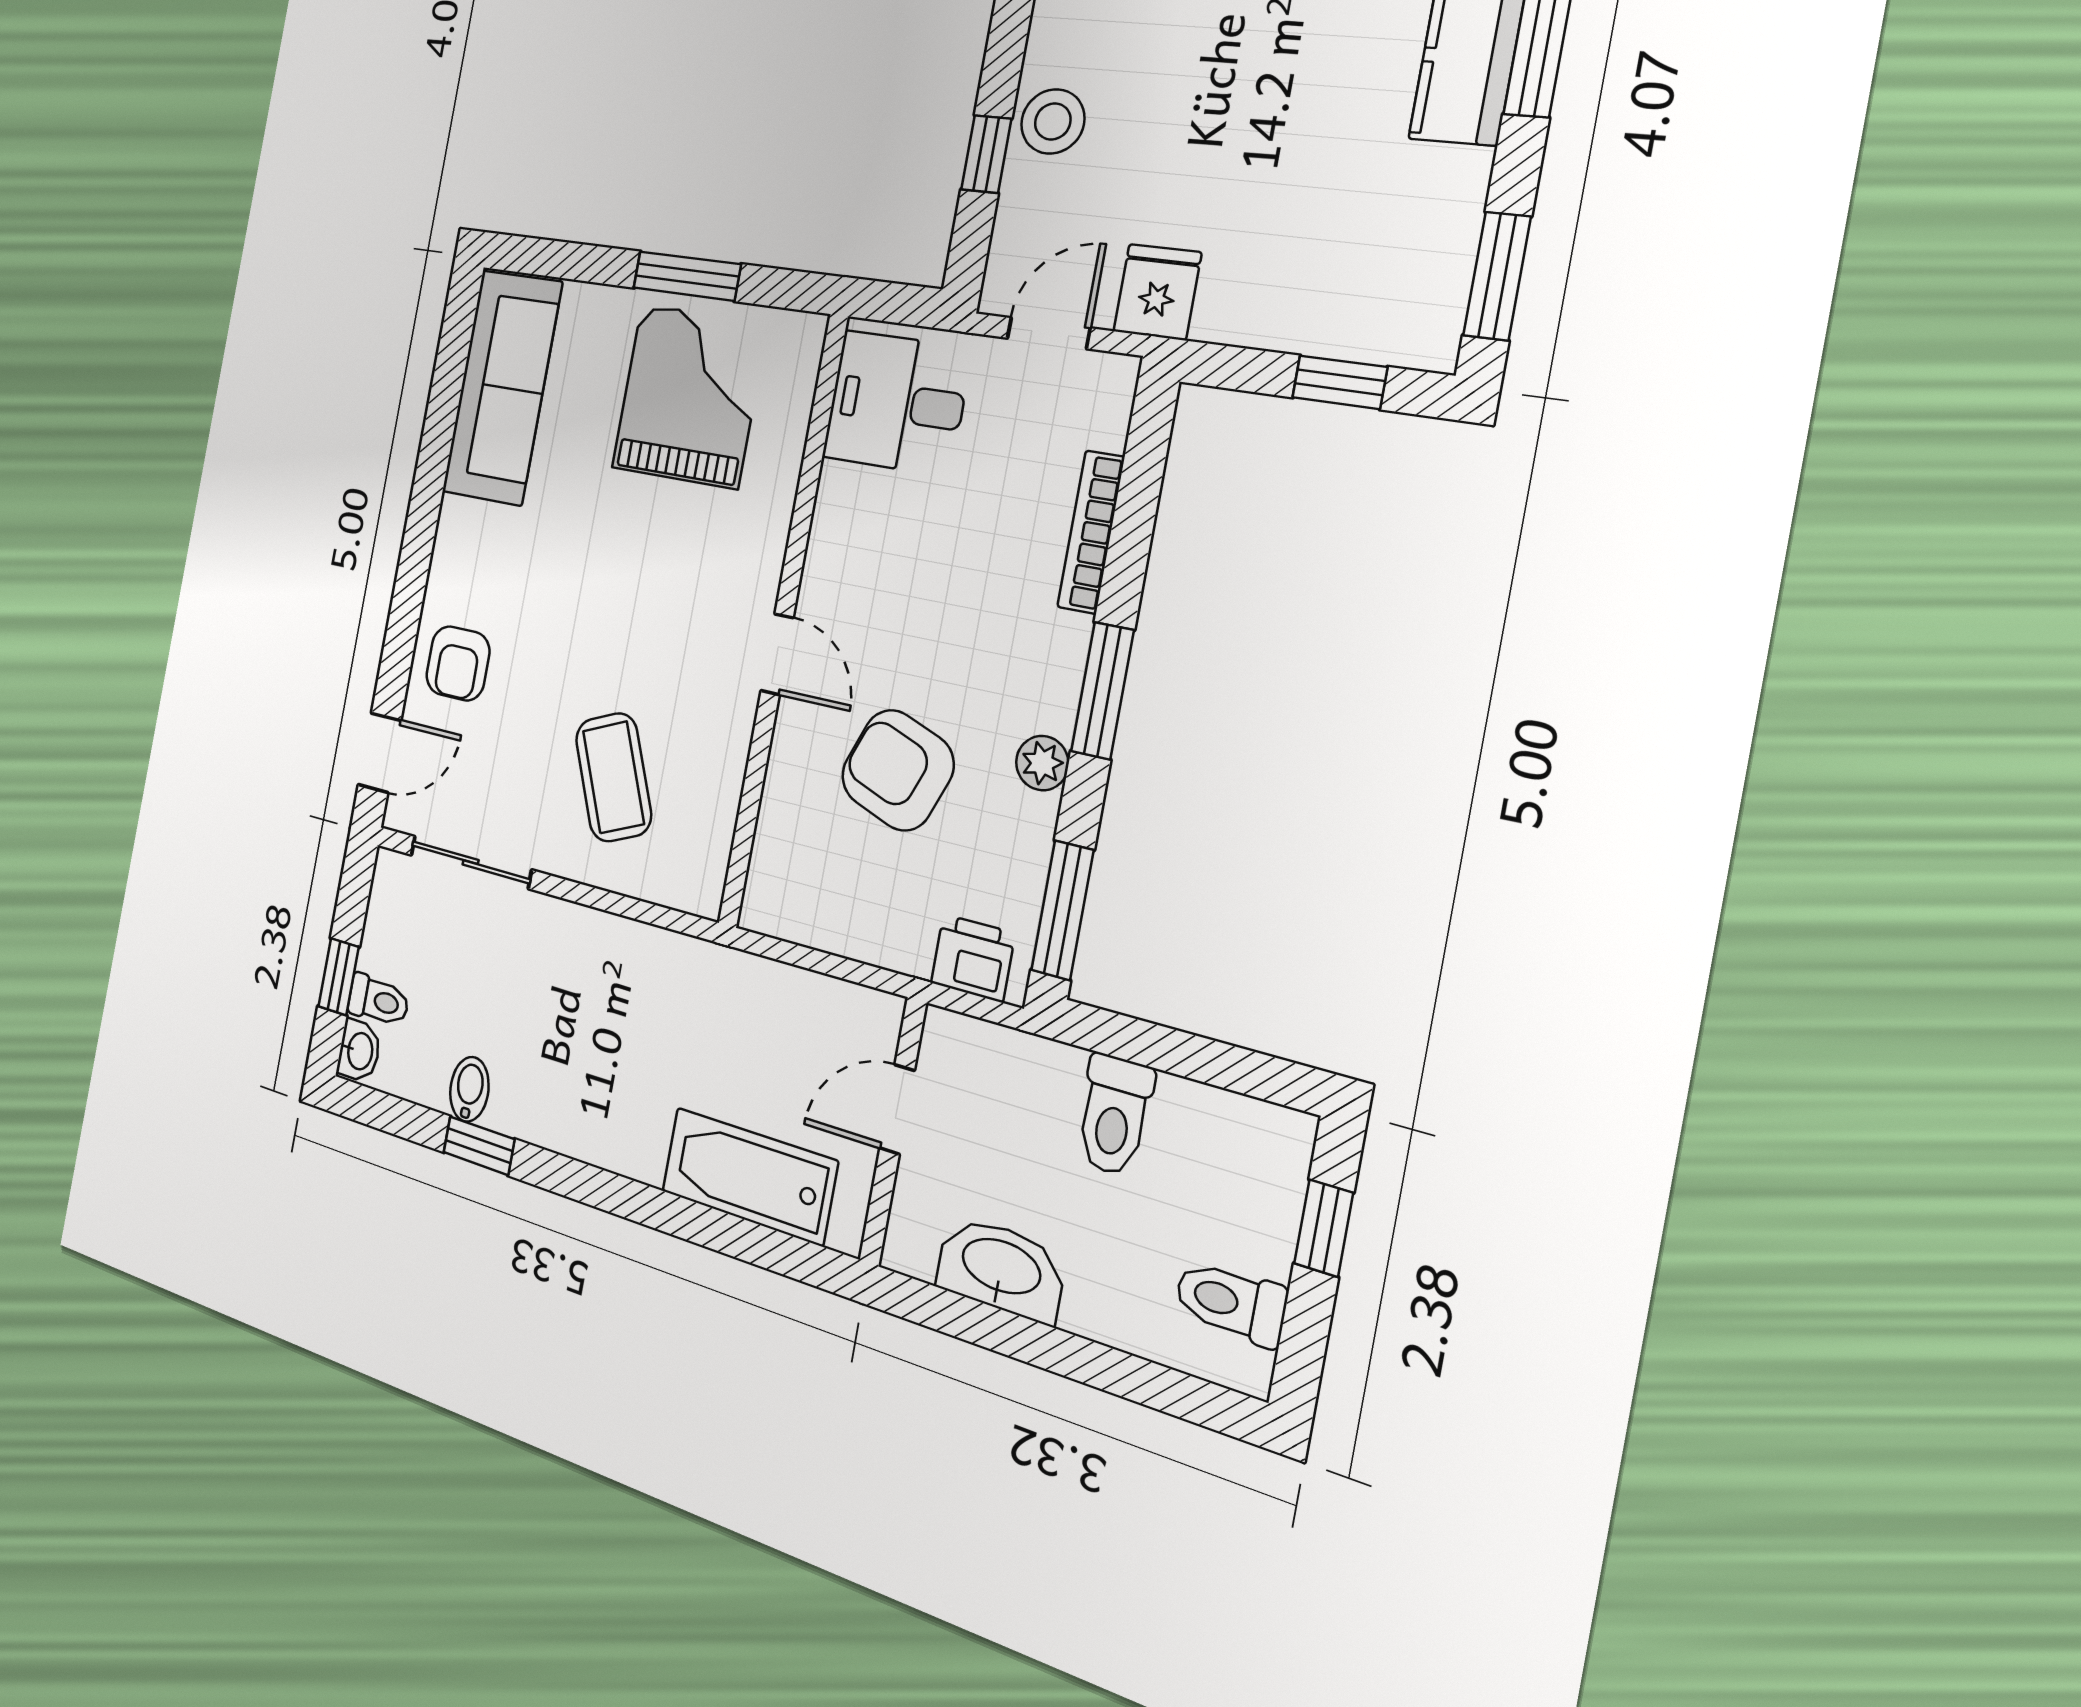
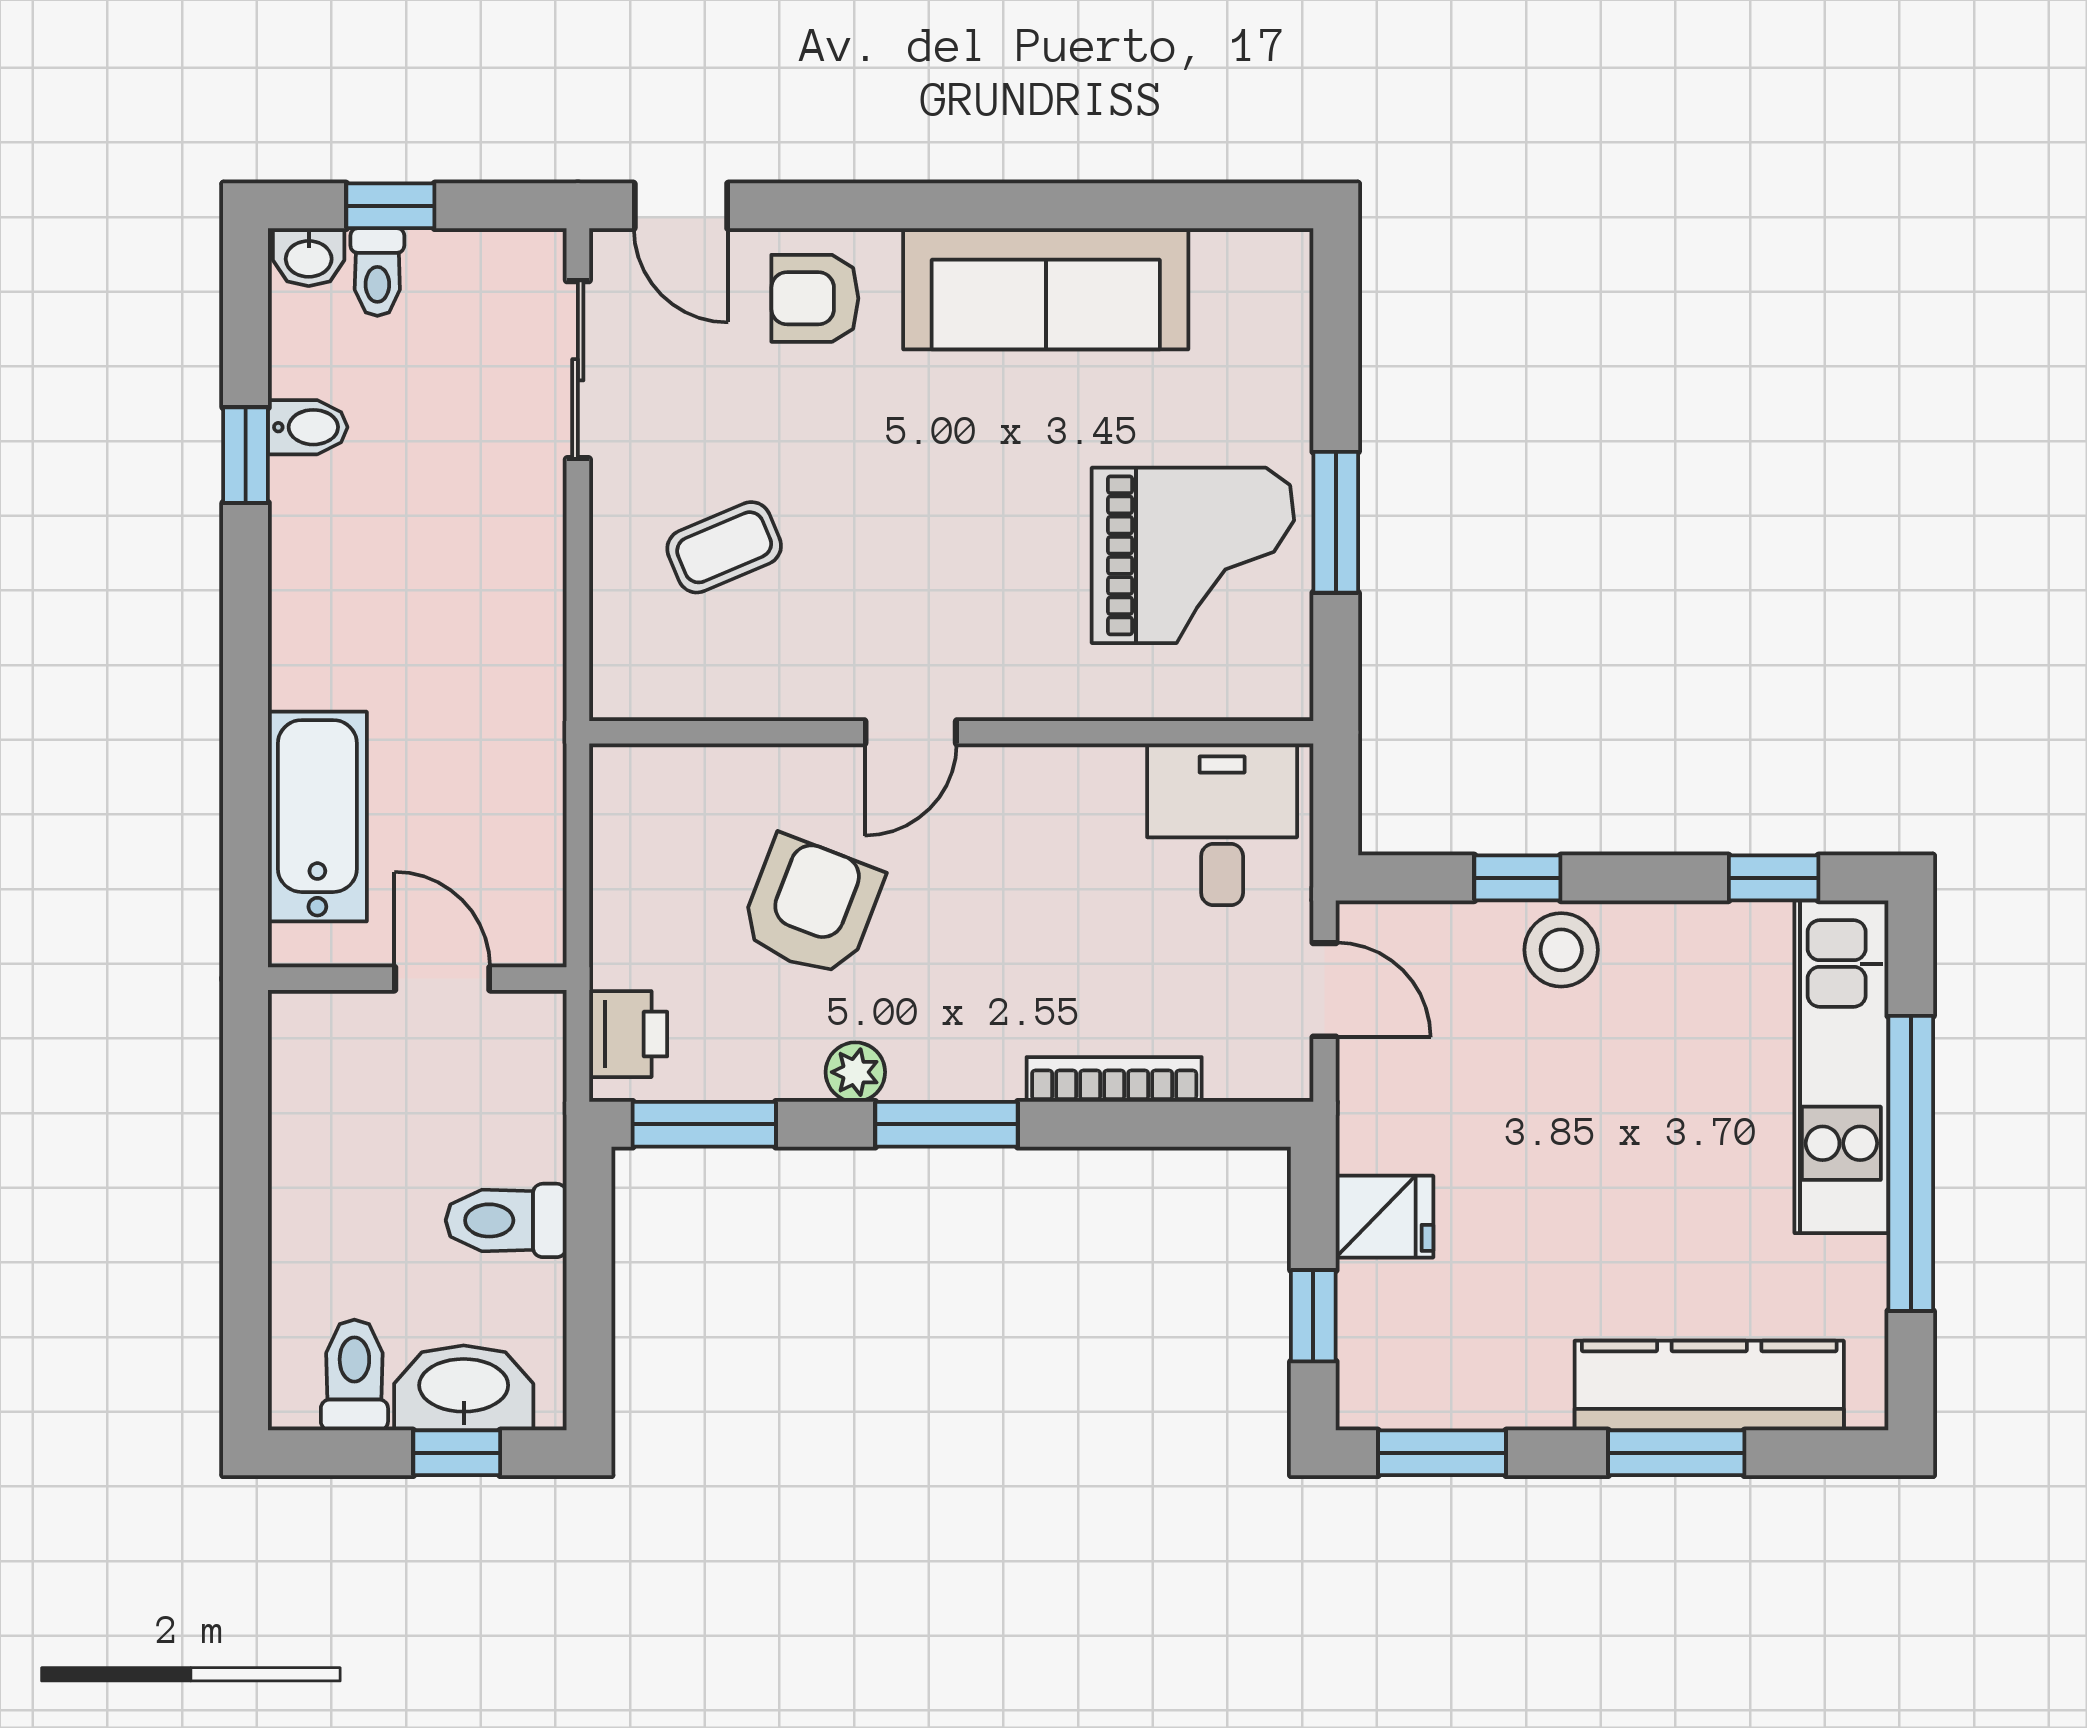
fridge: (1157, 292) -> (1385, 1217), moved
sofa: (502, 387) -> (1046, 289), moved
coffee table: (614, 777) -> (724, 547), width x0.73, depth x0.77
washbasin: (1001, 1268) -> (464, 1388), moved, turned -90

